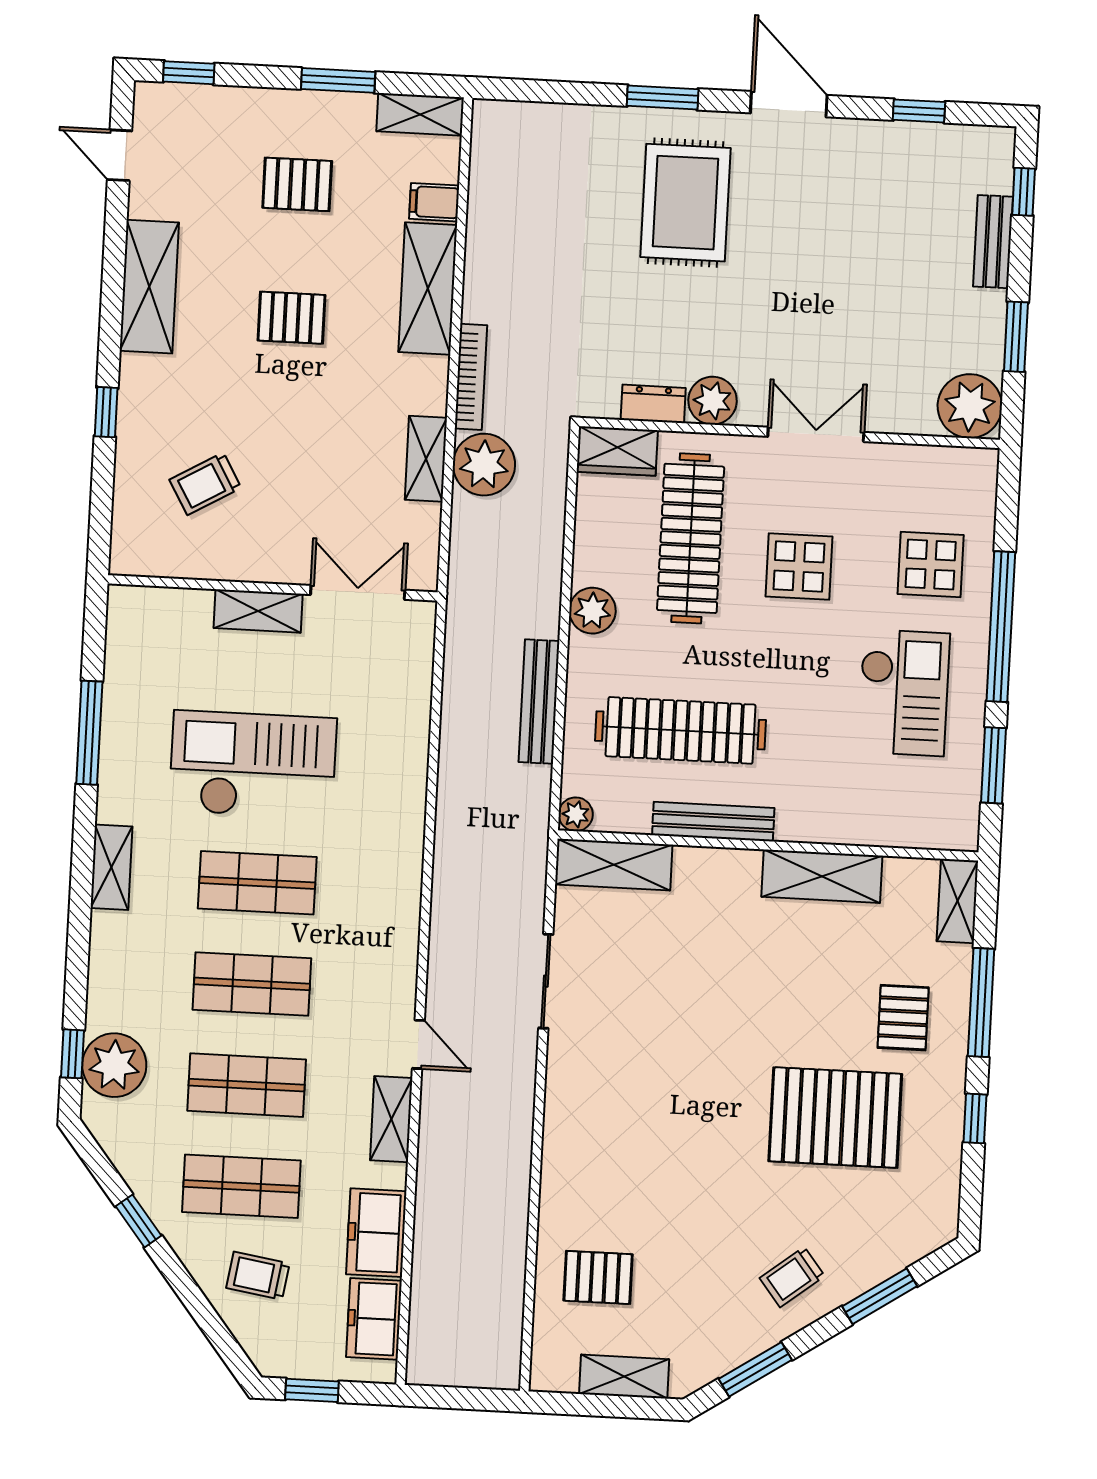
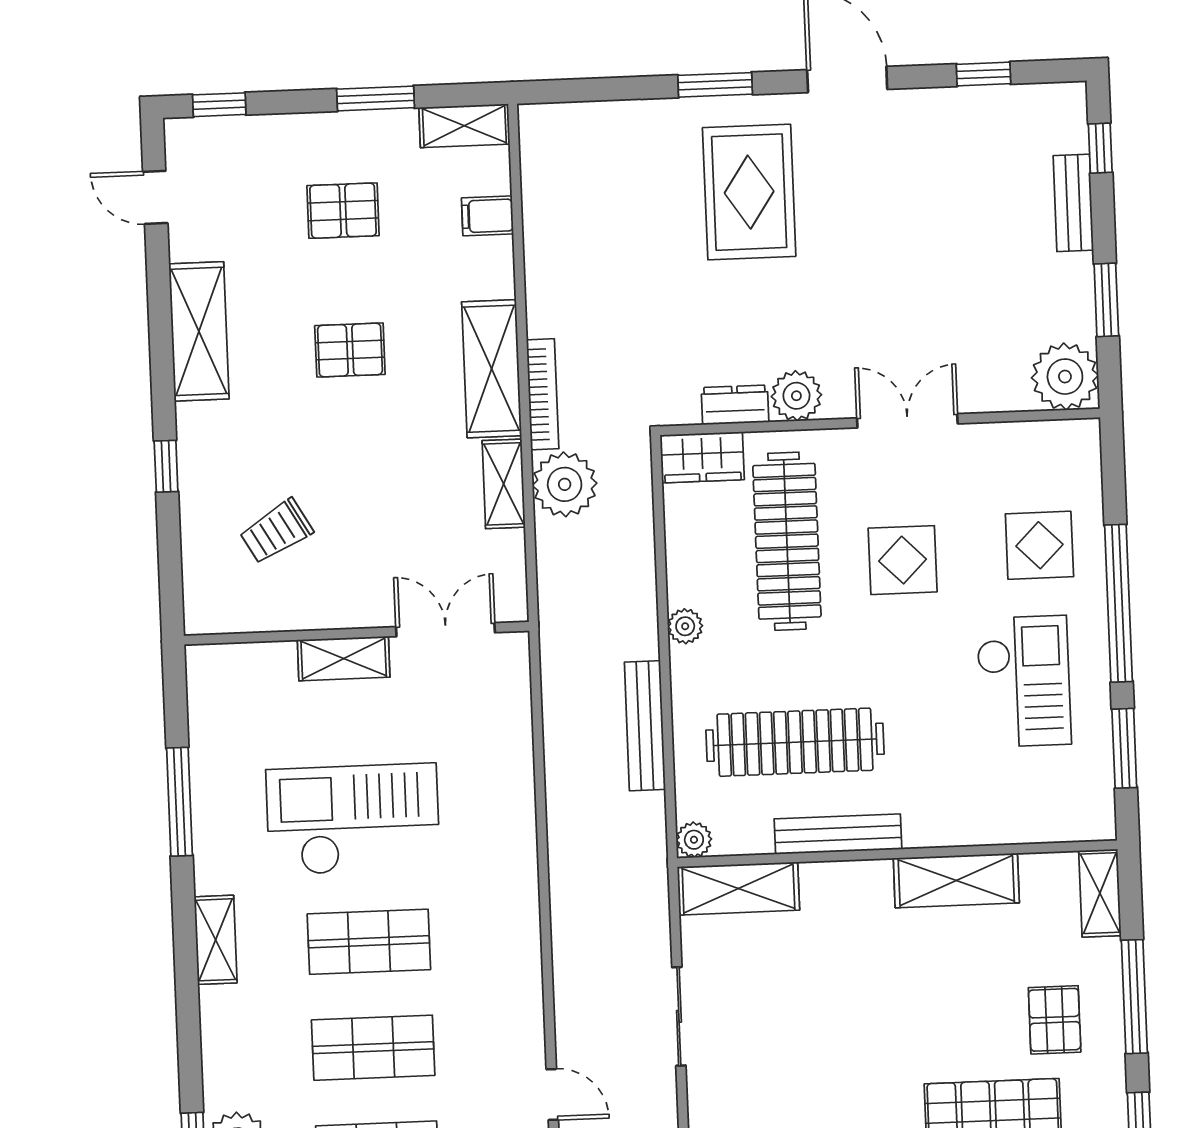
shelving: (428, 288) -> (492, 369), moved
plant: (592, 611) -> (685, 626), width x0.73, depth x0.73

